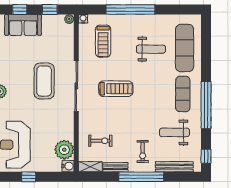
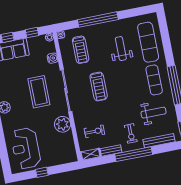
weight bench: (151, 49) -> (121, 49), turned -90
treadmill: (116, 89) -> (99, 86), turned 90
weight bench: (174, 132) -> (154, 113), turned 180
plant: (64, 150) -> (62, 124), moved
water cooler: (68, 166) -> (53, 58), moved

